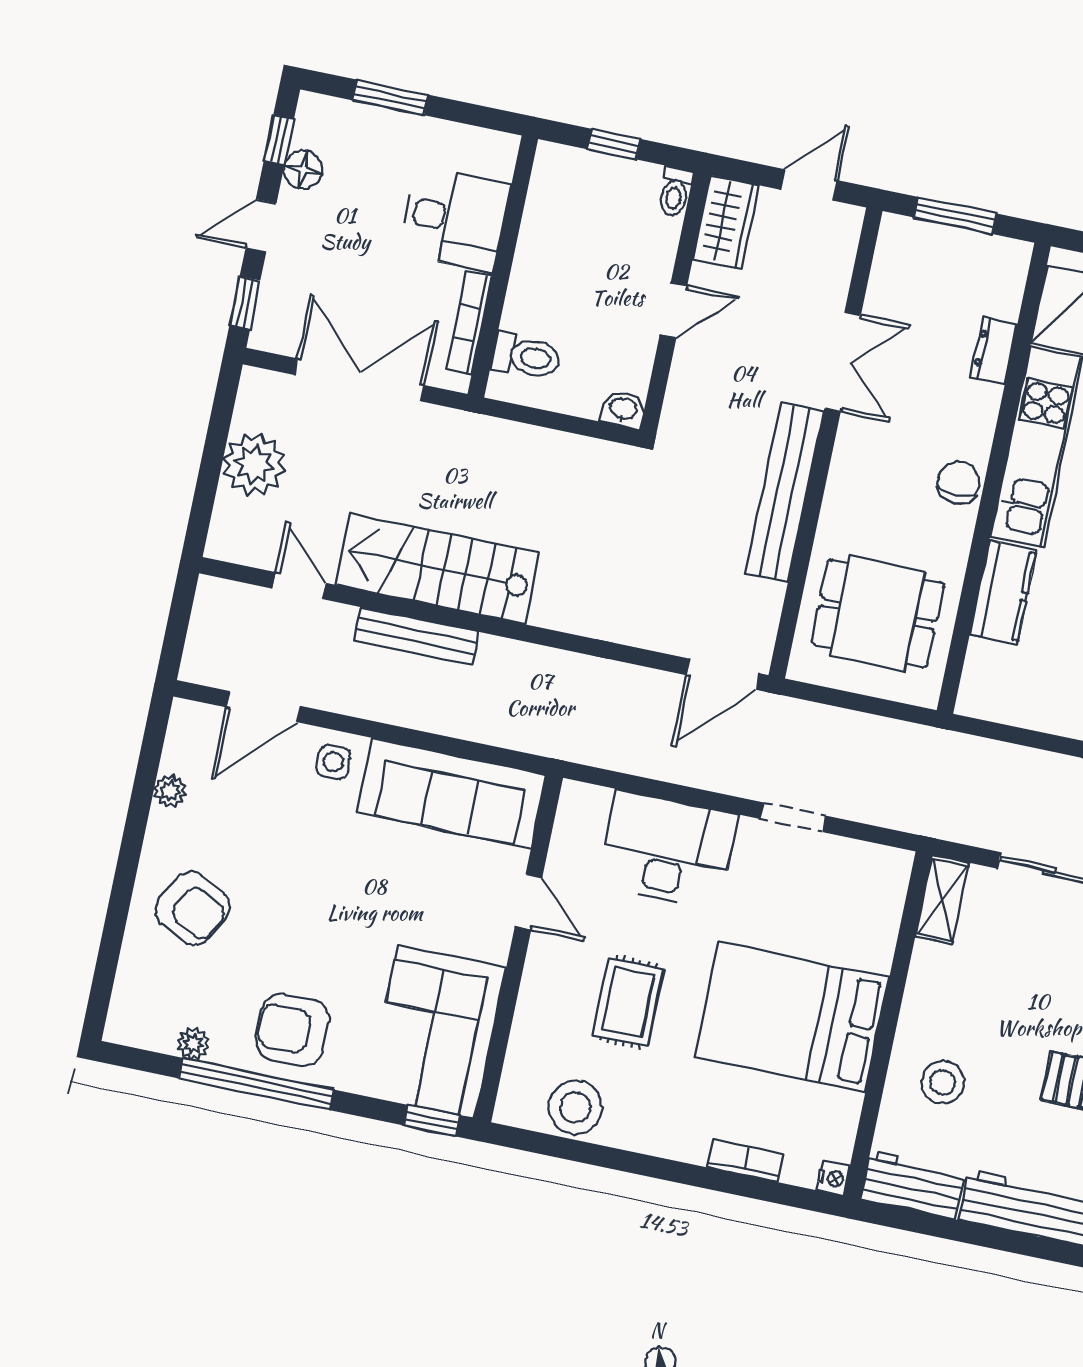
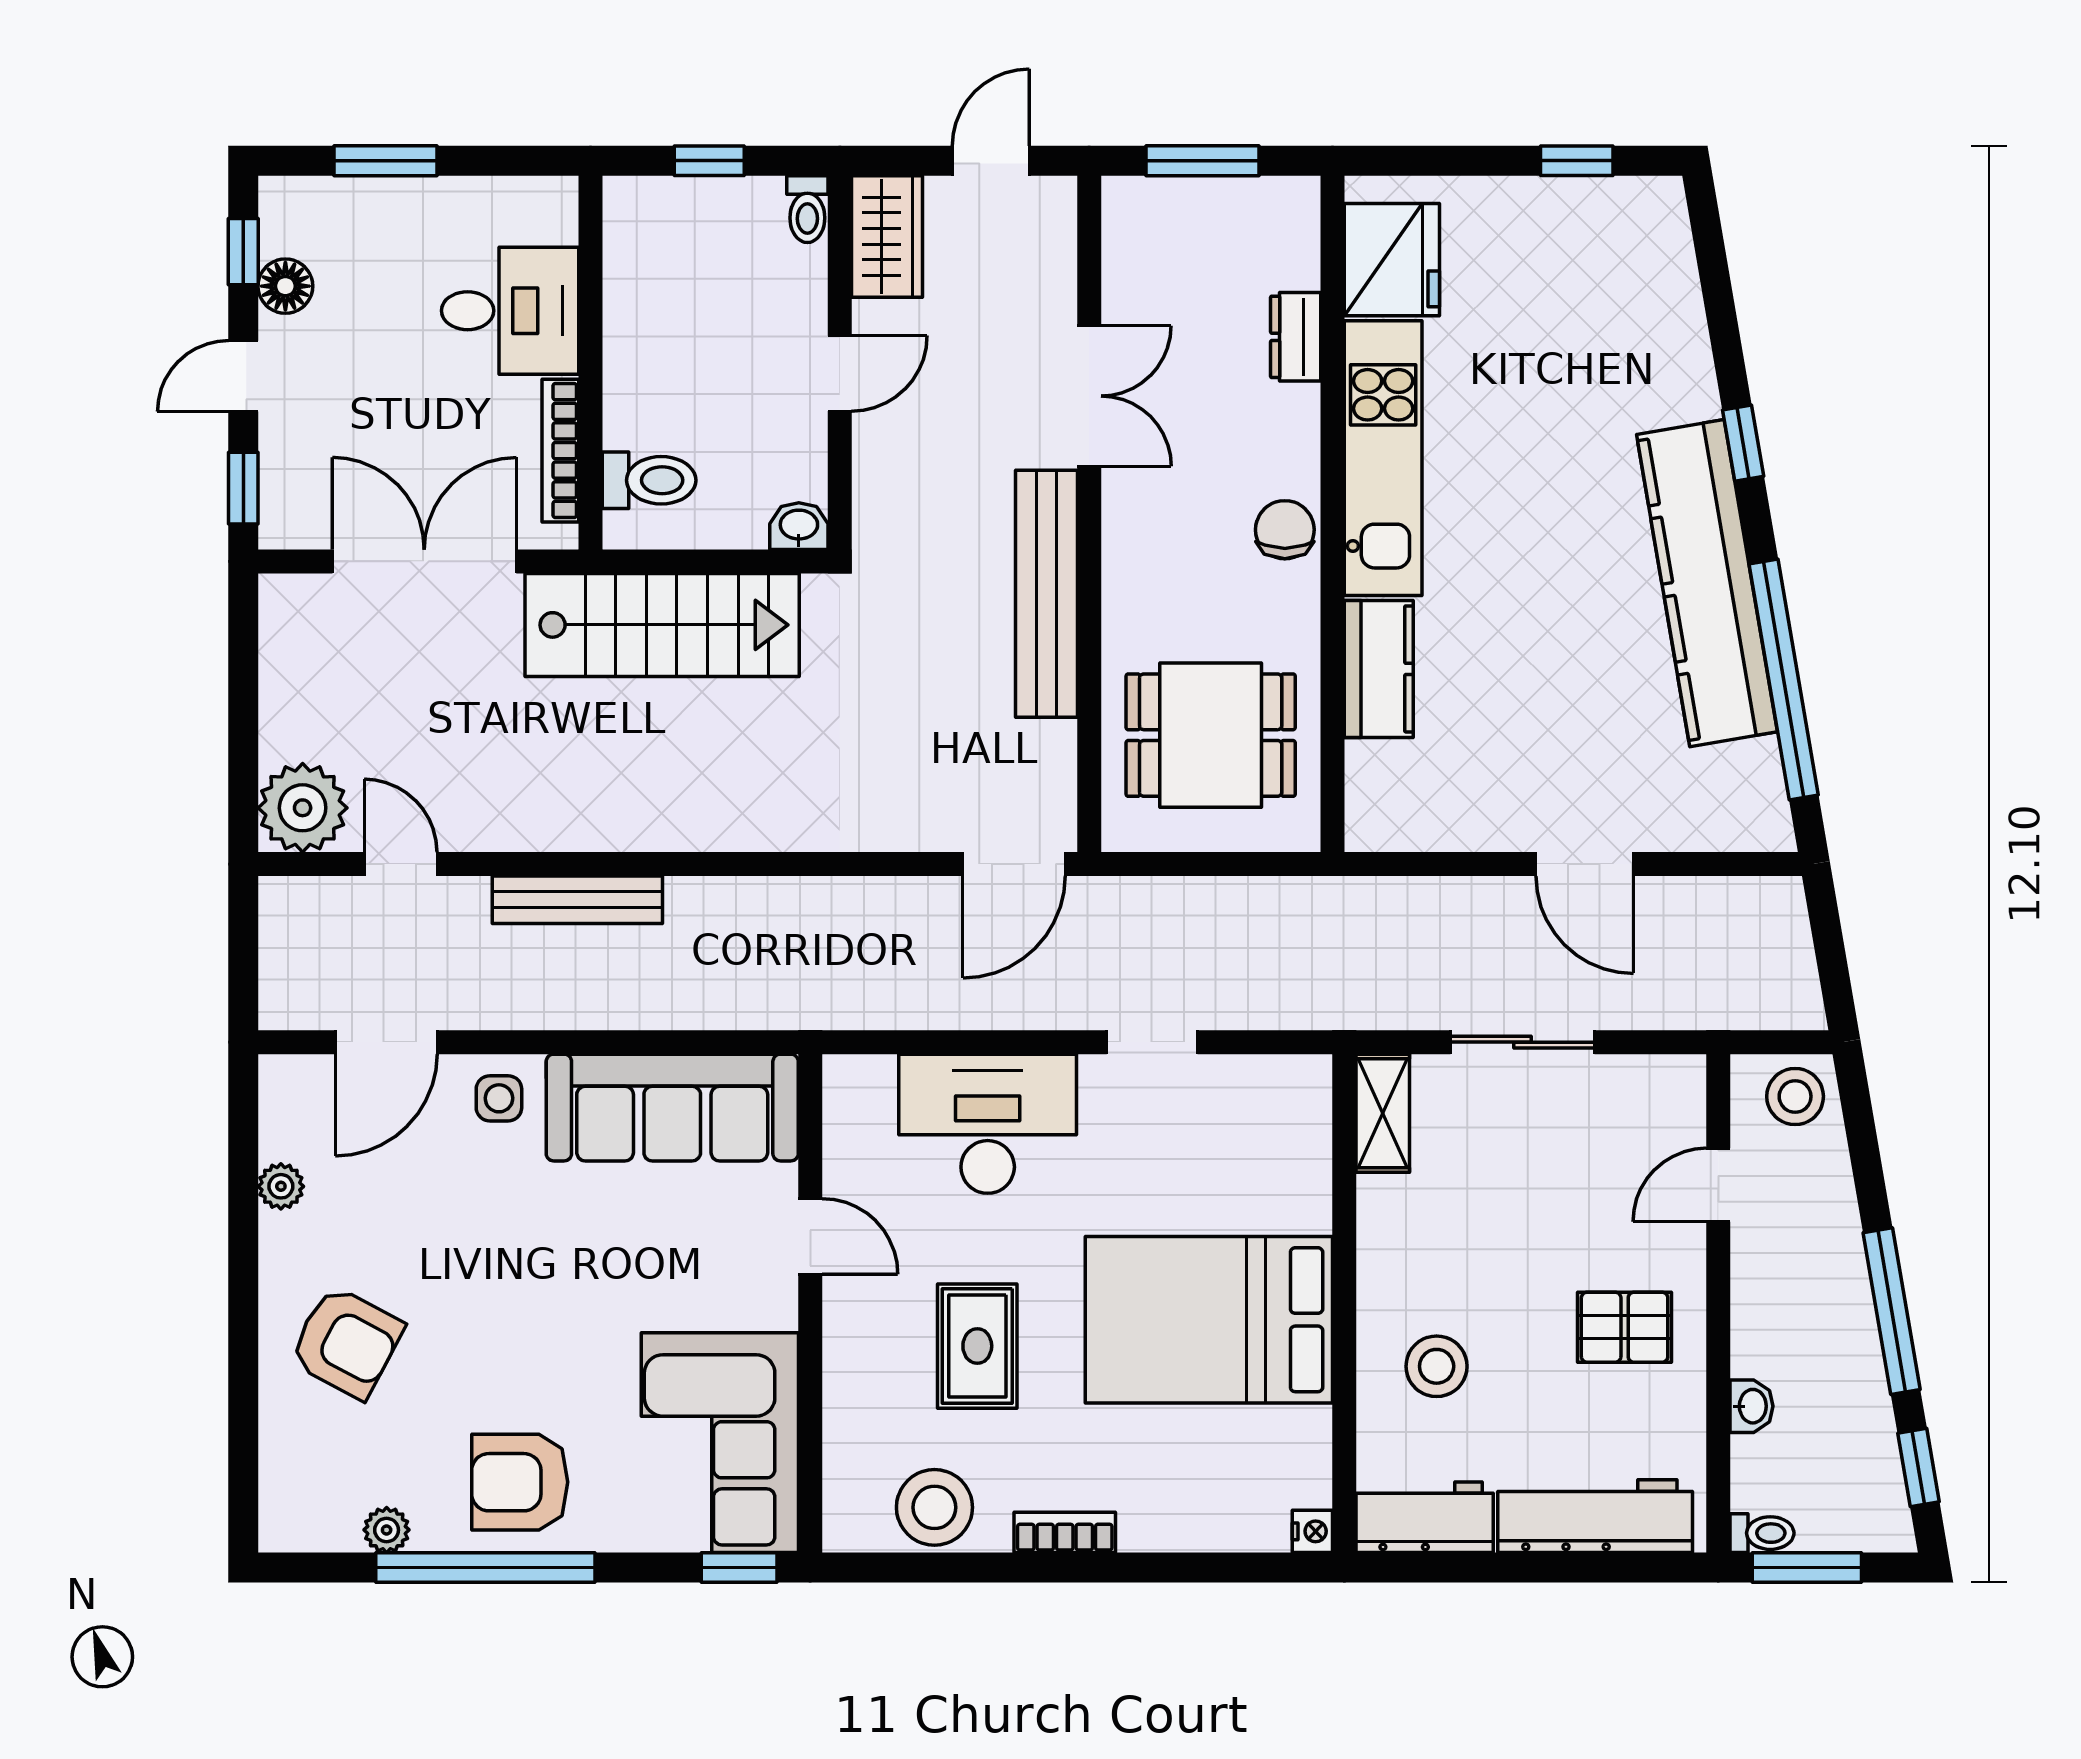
plant: (254, 464) -> (303, 808), moved
stairs: (437, 569) -> (662, 625), moved, turned 180
bookcase: (745, 1161) -> (1065, 1532), moved

